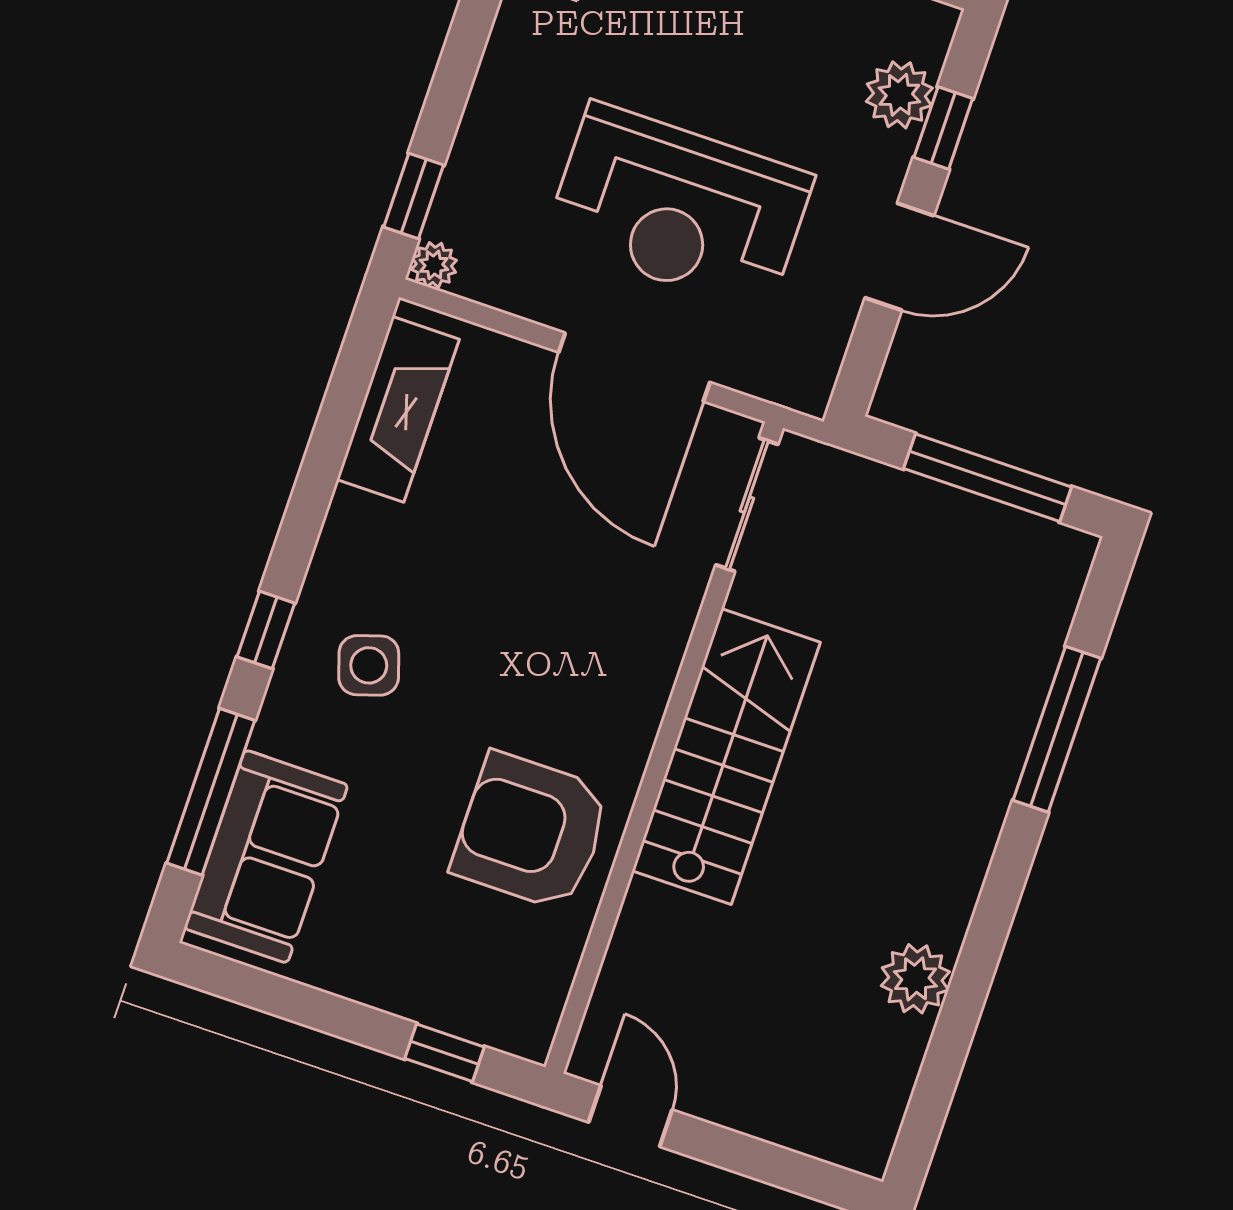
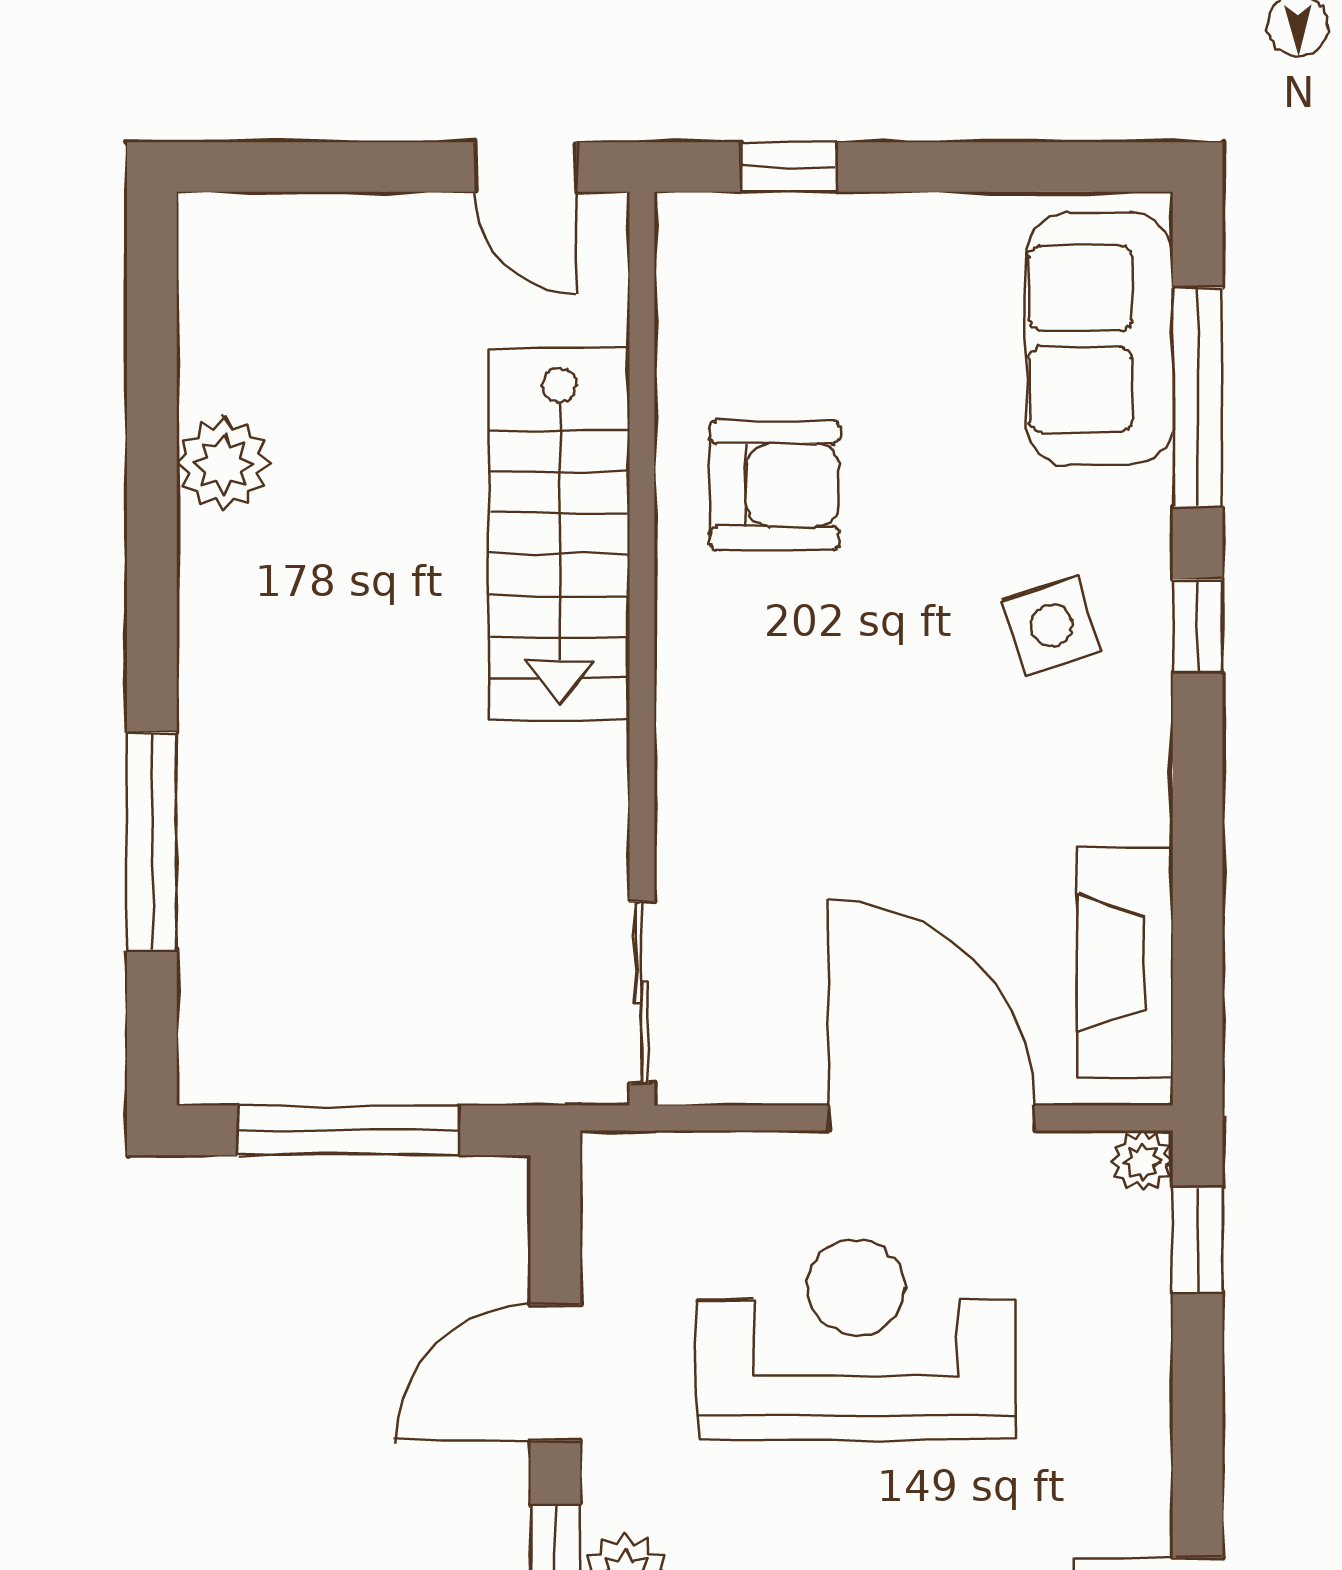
door: (634, 367) -> (932, 1118), moved
stairs: (726, 756) -> (559, 534), moved
armchair: (531, 831) -> (774, 485), width x0.73, depth x0.73

